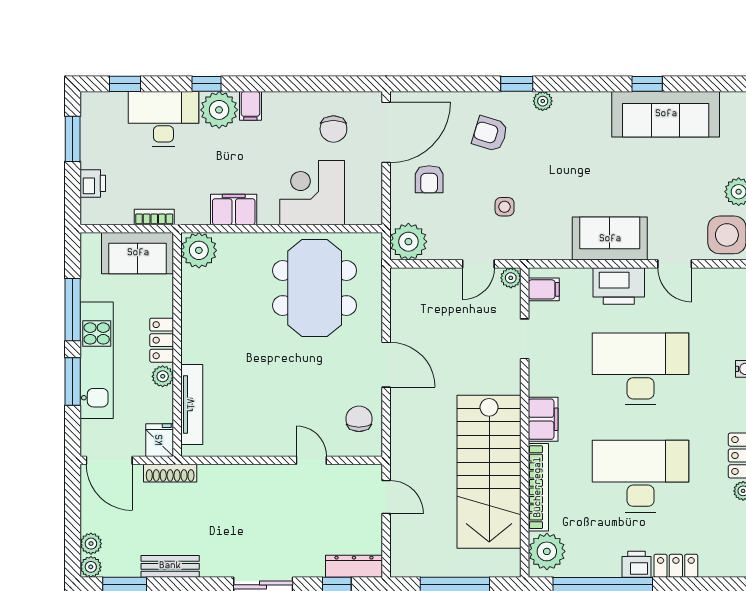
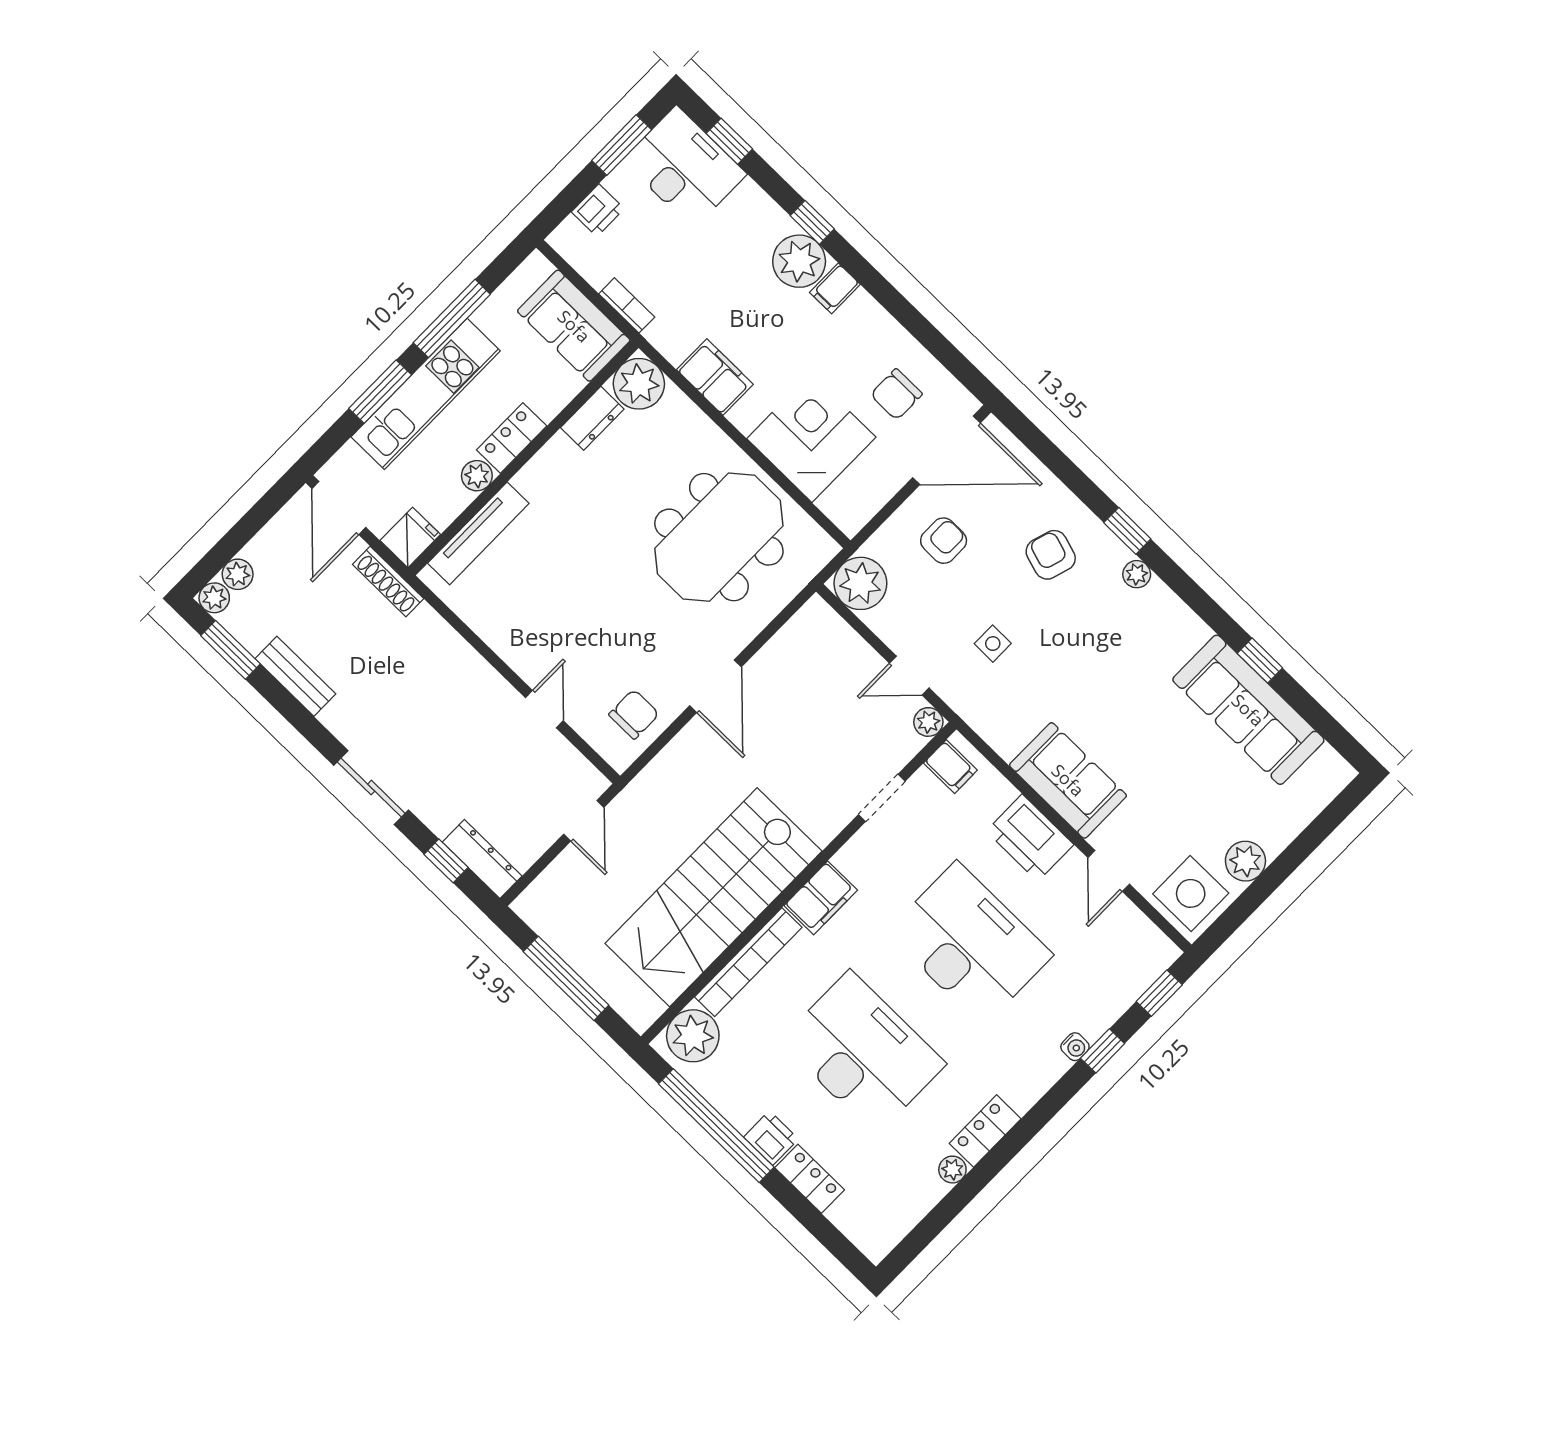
desk: (163, 119) -> (685, 167), moved
armchair: (429, 179) -> (944, 541), turned 180
dresser: (192, 291) -> (592, 418), added

